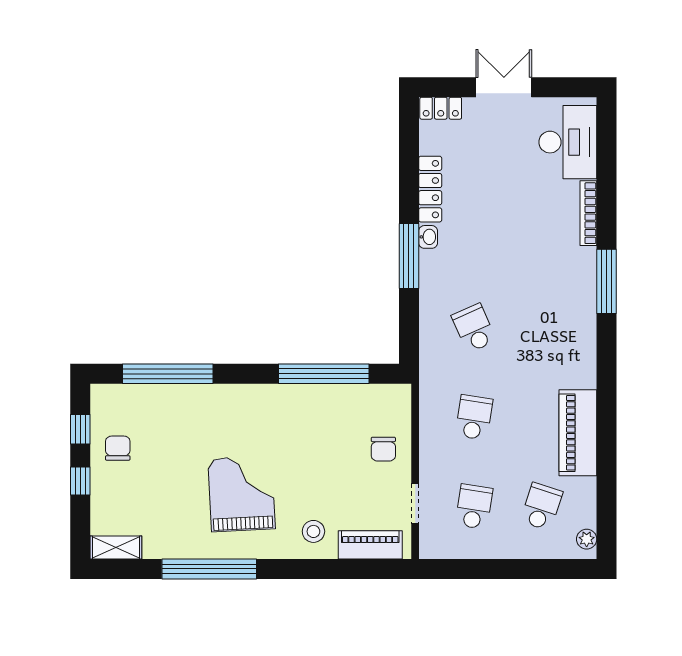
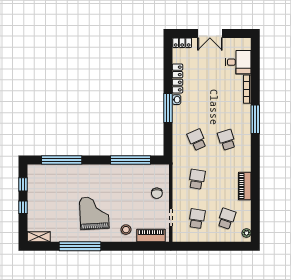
double door: (504, 87) -> (210, 33), swing flipped
desk: (568, 142) -> (238, 62), width x0.73
school desk: (541, 328) -> (227, 140), added
piano: (578, 433) -> (245, 186), width x0.73, depth x0.75
chair: (118, 448) -> (40, 193), removed

